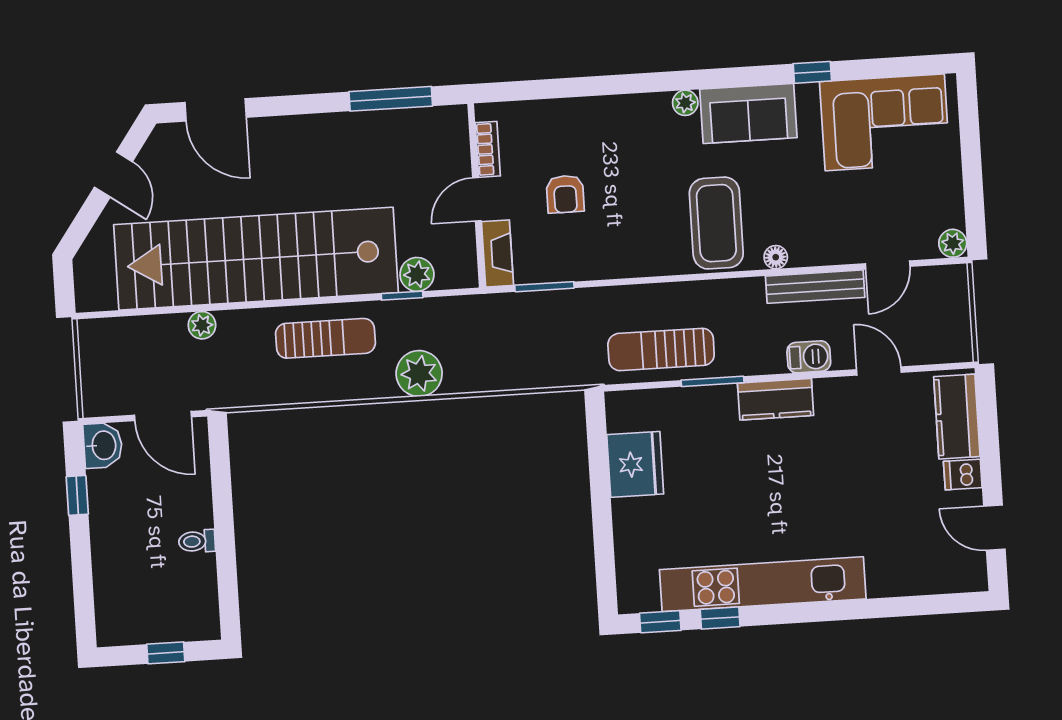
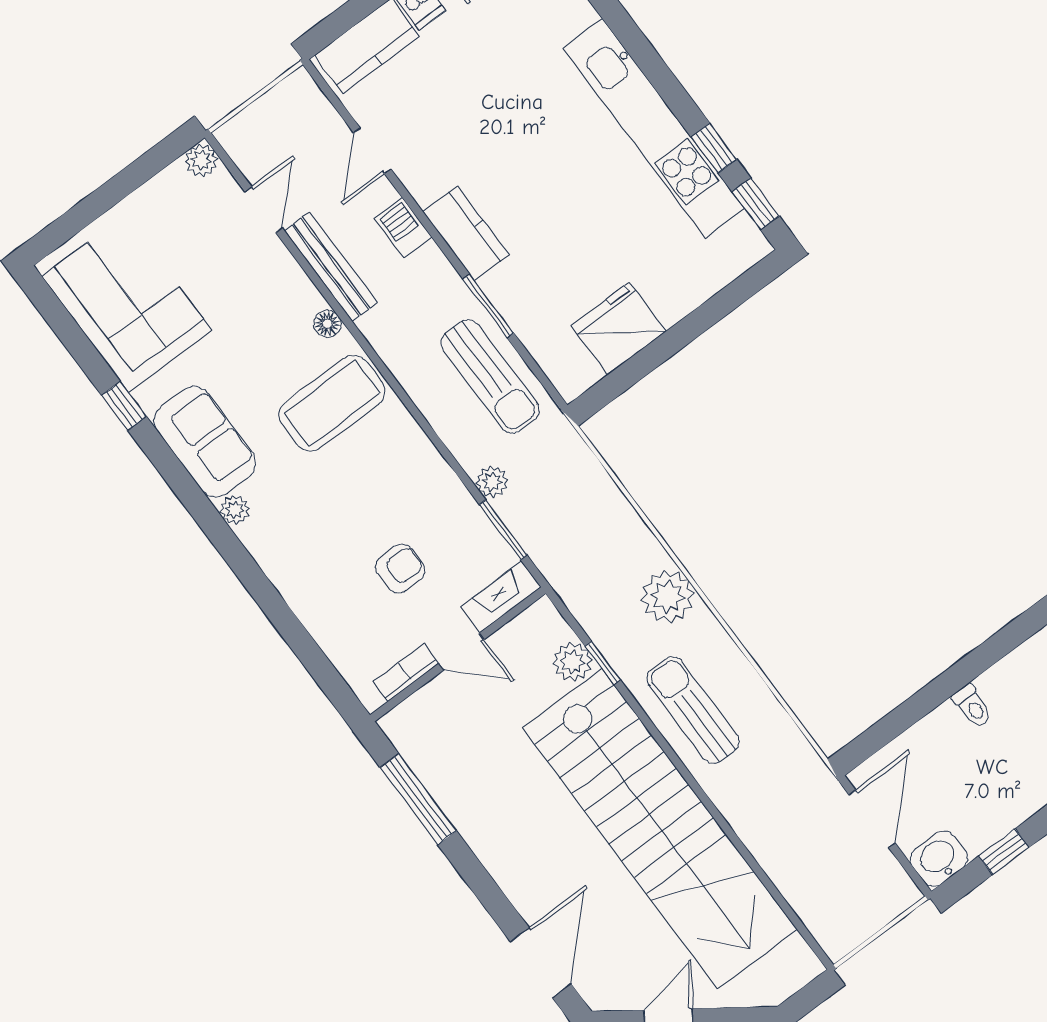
door: (888, 265) -> (264, 210), hinge flipped
plant: (202, 325) -> (492, 482), moved

